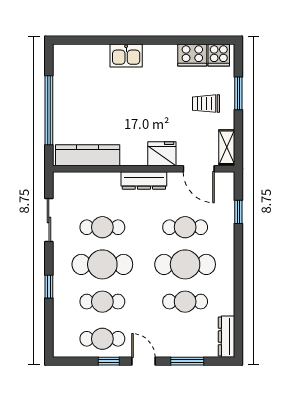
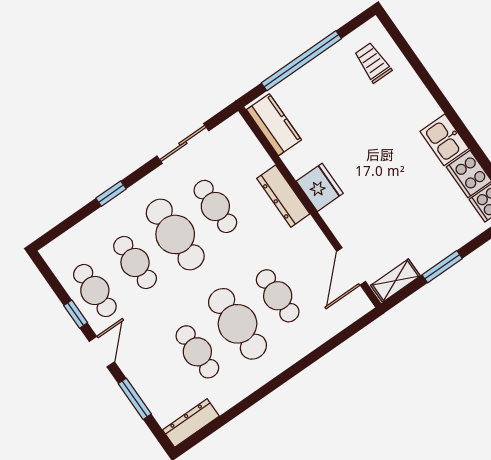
kitchen sink: (126, 56) -> (444, 140), moved
window: (238, 93) -> (442, 267), moved
trolley: (206, 104) -> (373, 63), moved
fridge: (162, 154) -> (320, 187), moved
kitchen counter: (88, 155) -> (274, 125), width x0.67
dresser: (144, 180) -> (283, 196), moved
window: (238, 212) -> (334, 342), removed

